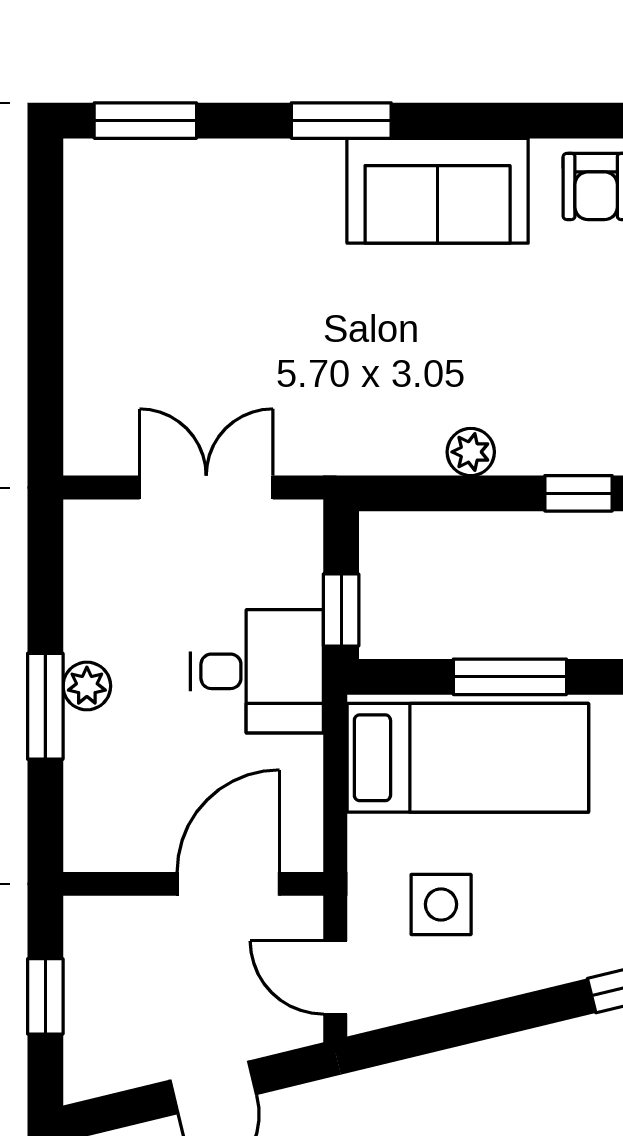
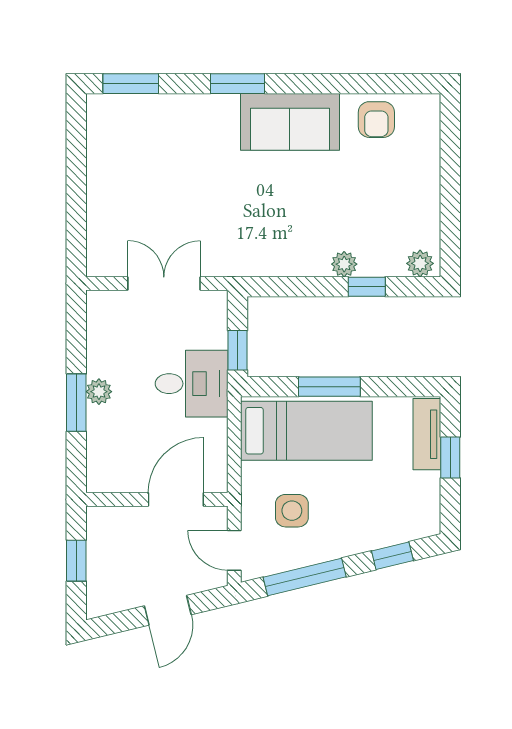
plant: (471, 452) -> (344, 264), moved
window: (464, 1026) -> (305, 577), added

